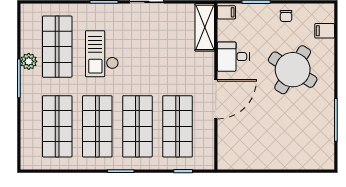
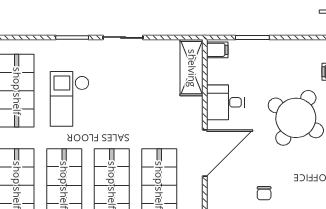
chair: (286, 16) -> (264, 193), moved

